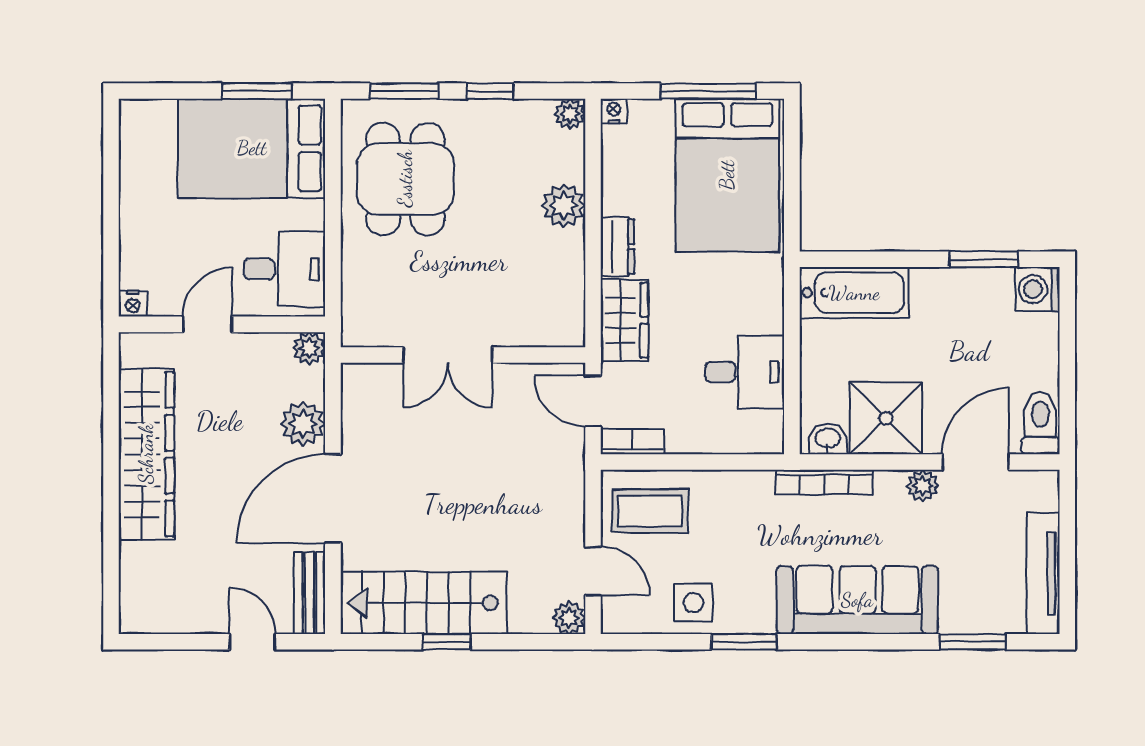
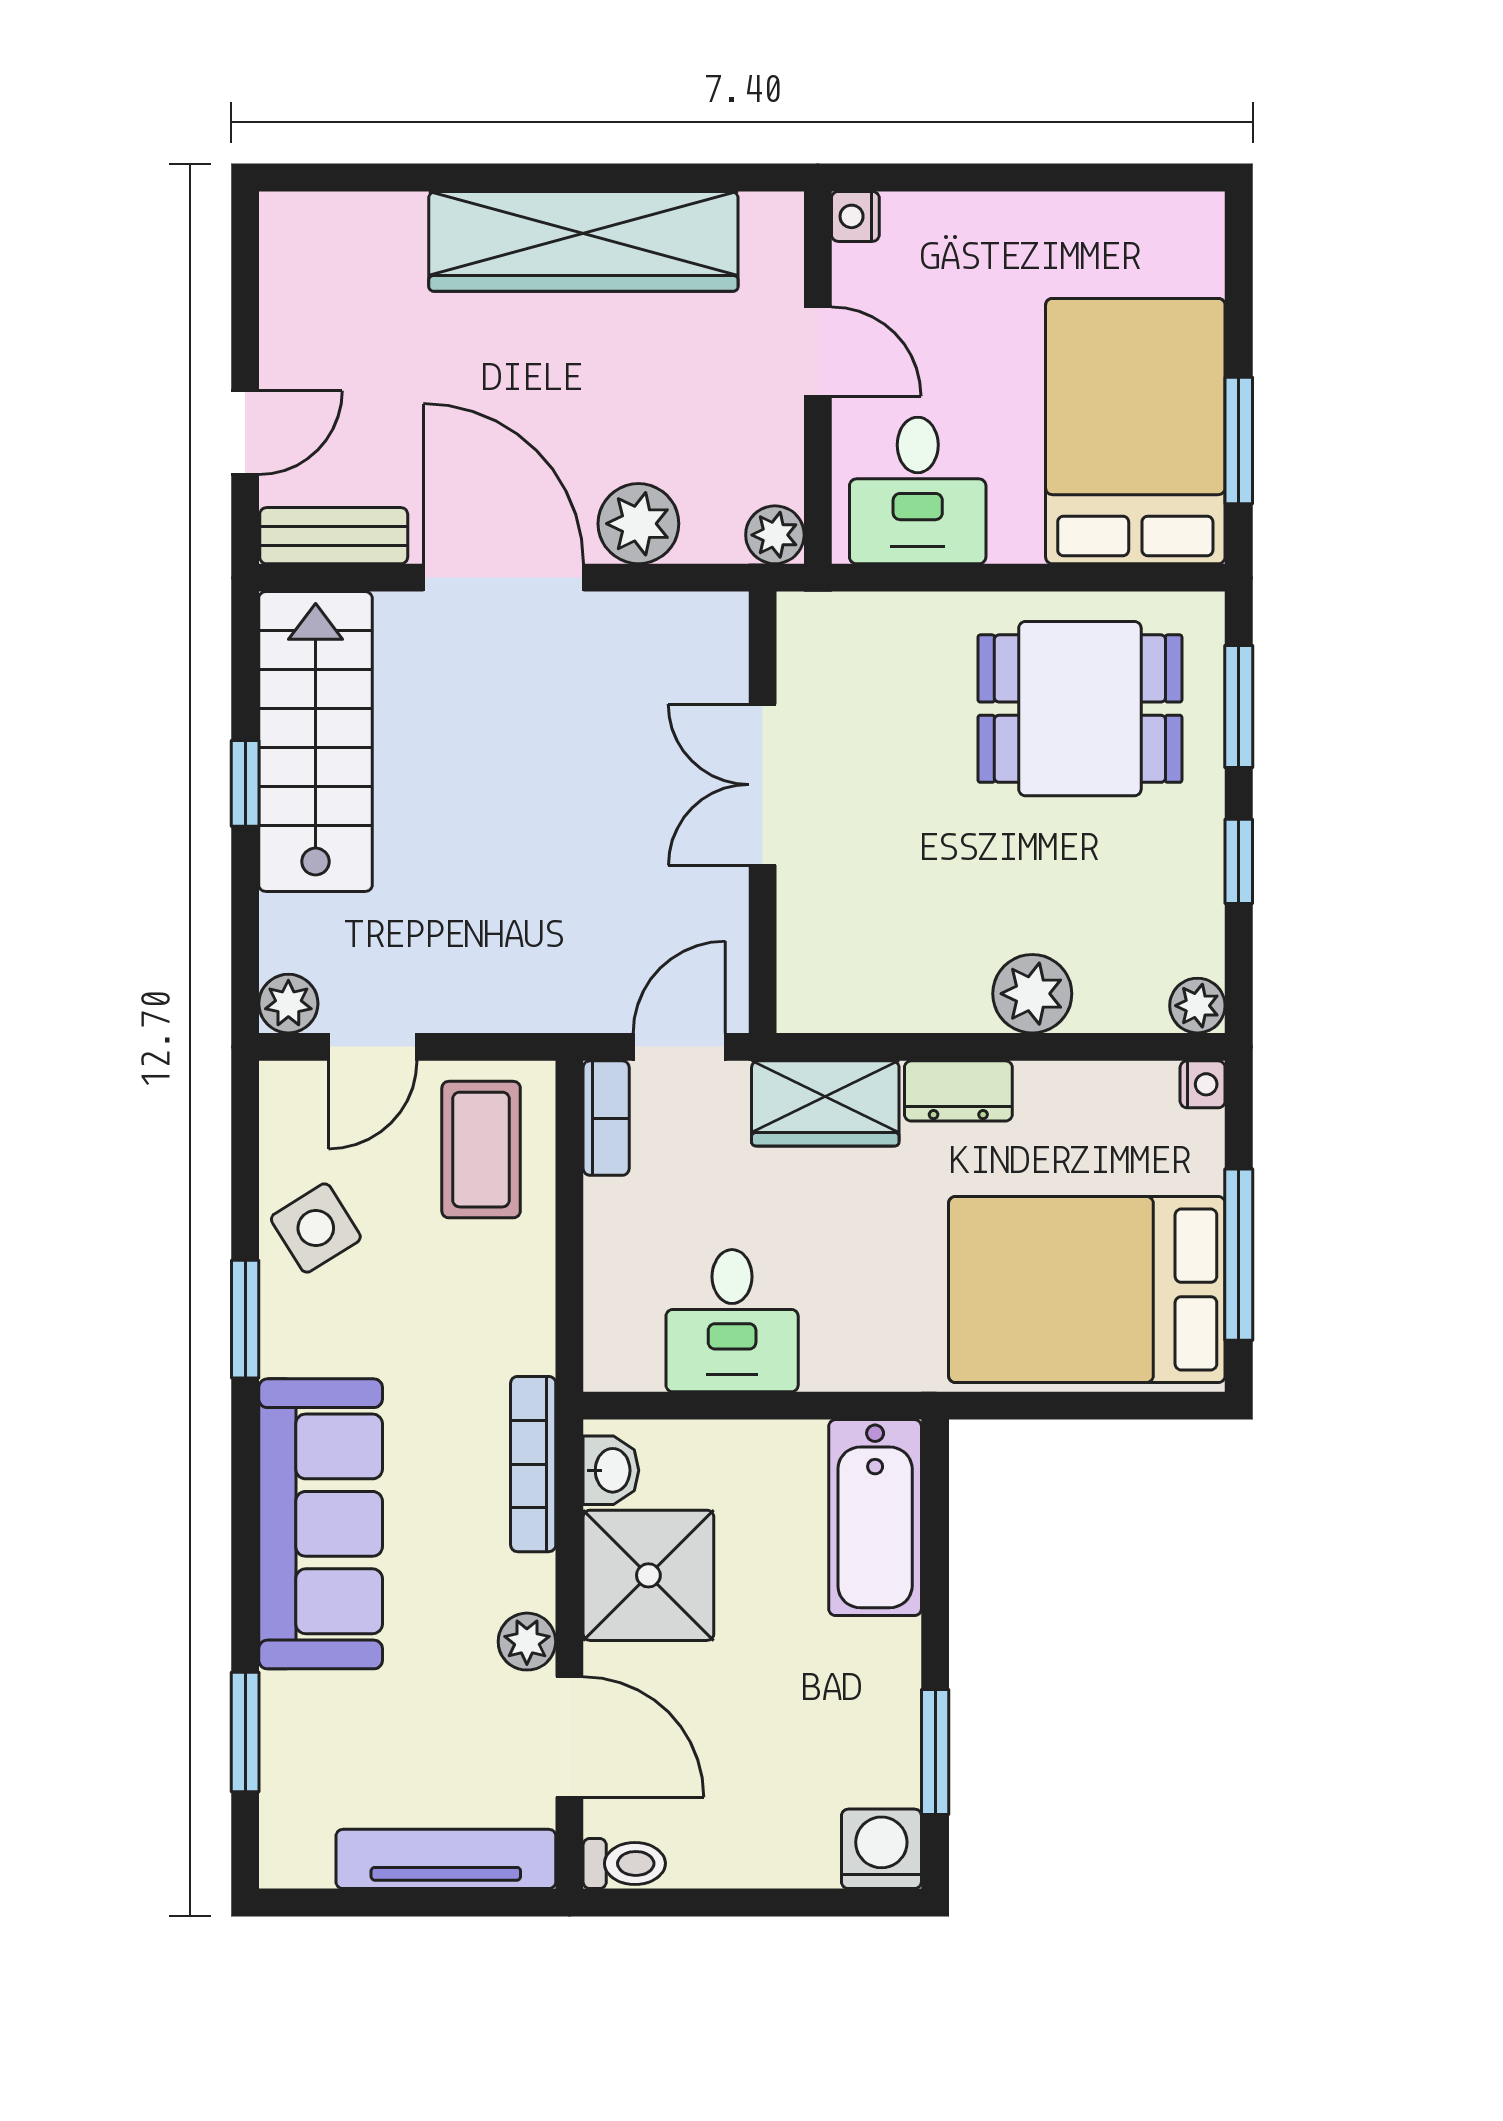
toilet: (1040, 423) -> (624, 1863), width x0.73, depth x0.72
tv unit: (1043, 573) -> (446, 1859), moved
side table: (693, 603) -> (316, 1228), turned -32

